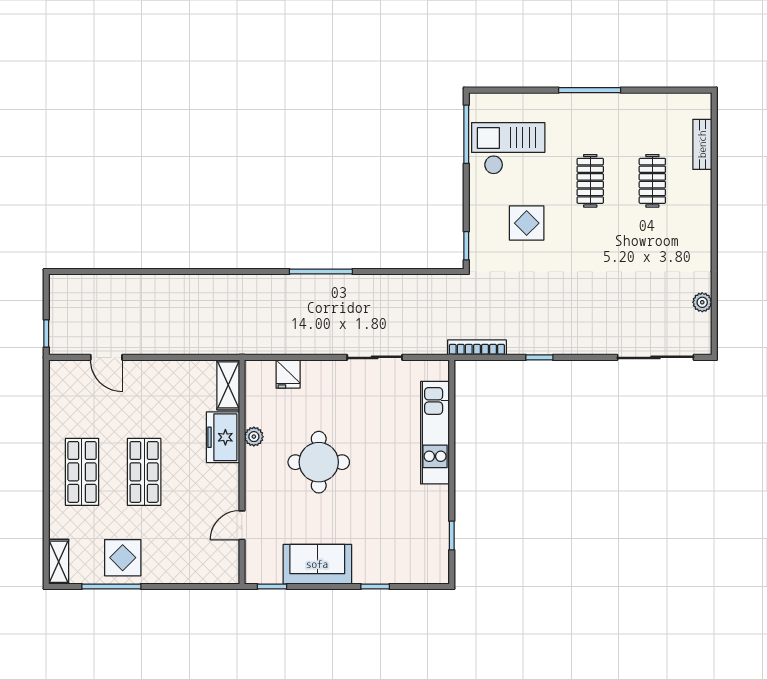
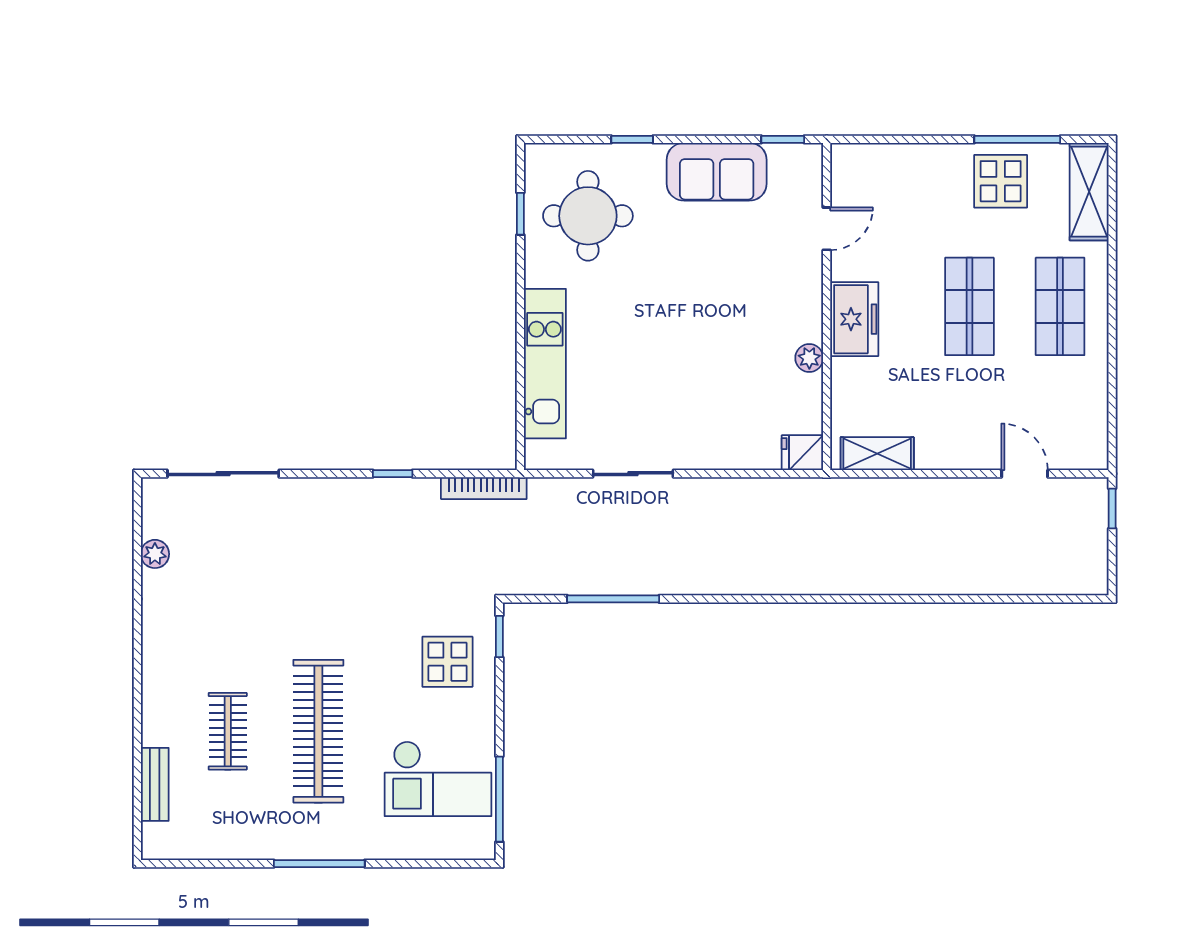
clothes rail: (590, 181) -> (318, 731), width x1.86, depth x1.31
display table: (527, 223) -> (447, 662), moved
window: (321, 271) -> (613, 599), moved
fridge: (288, 374) -> (802, 453), moved, turned -90
shelving: (228, 385) -> (877, 454), moved, turned 90
freezer: (223, 437) -> (854, 319), moved
round table: (319, 462) -> (588, 216), moved
shelving: (59, 562) -> (1089, 192), width x1.50, depth x1.33

